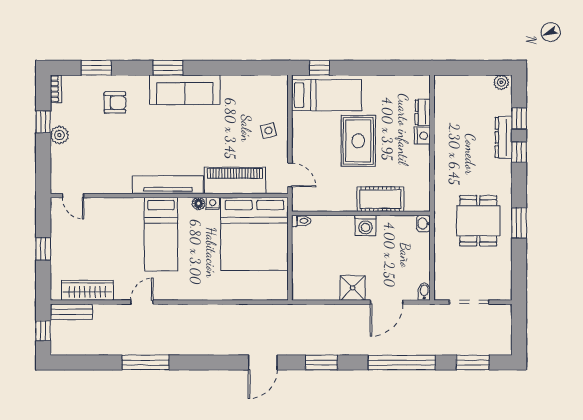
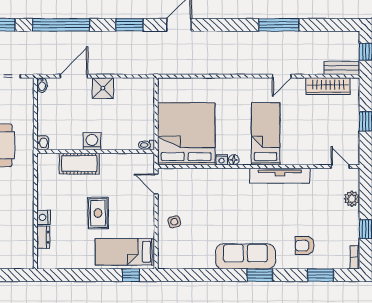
plant: (59, 135) -> (352, 199), moved
rug: (358, 141) -> (98, 213), width x0.73, depth x0.70
piano: (235, 180) -> (203, 179), removed
tv unit: (168, 185) -> (280, 176), moved

